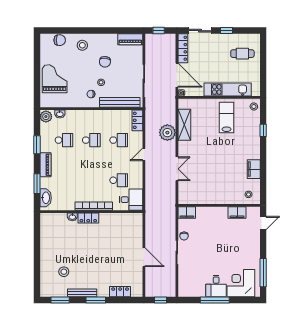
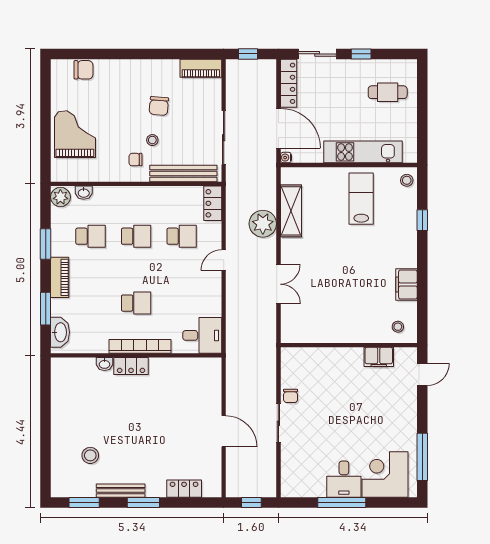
stool: (82, 45) -> (121, 78), removed
school desk: (119, 180) -> (136, 303), moved
filing cabinet: (187, 213) -> (295, 357), removed

